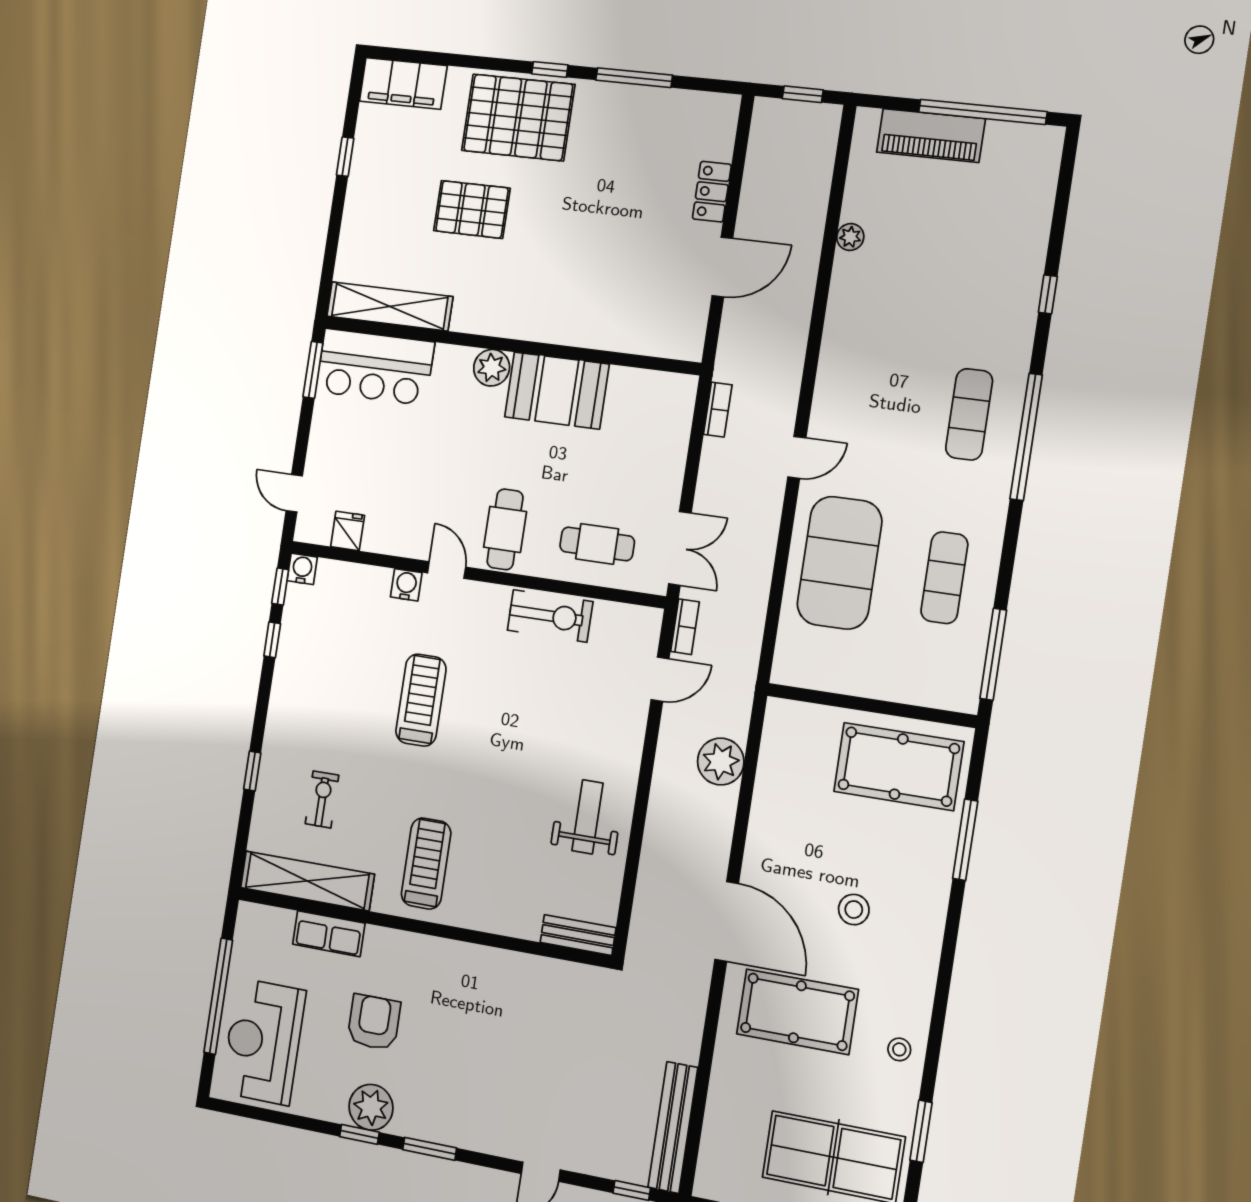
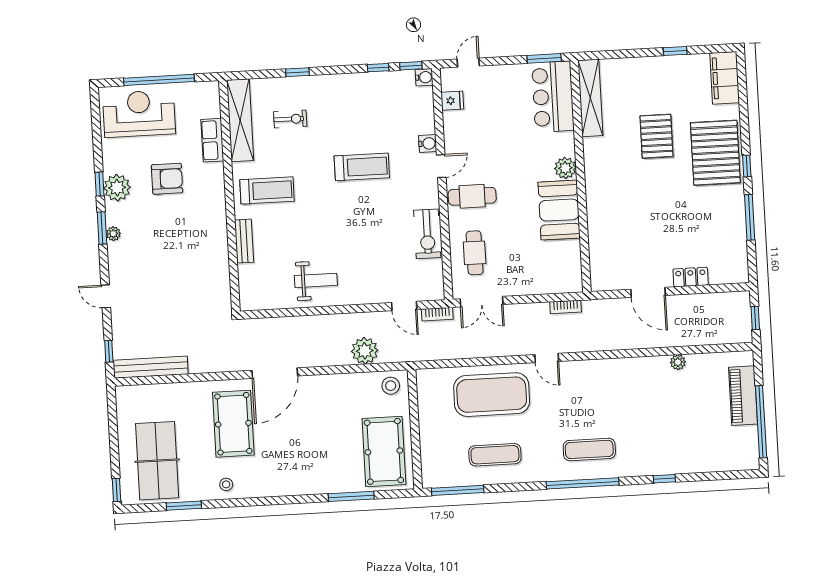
stool: (854, 910) -> (391, 386), moved
bench: (578, 935) -> (244, 241), moved
plant: (443, 1133) -> (113, 234), added

